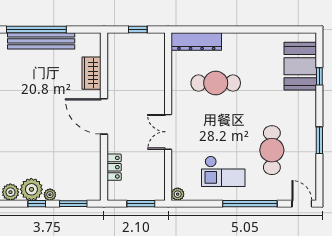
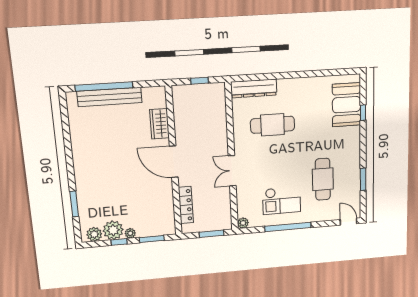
window: (319, 140) -> (363, 179), moved
locker: (114, 167) -> (186, 205), width x1.53
window: (250, 204) -> (288, 227), moved

